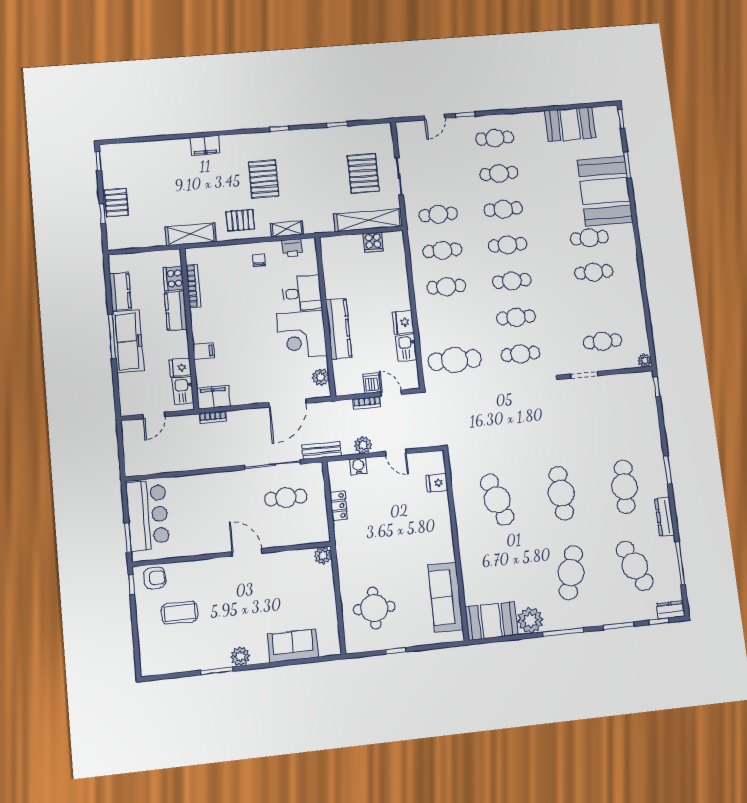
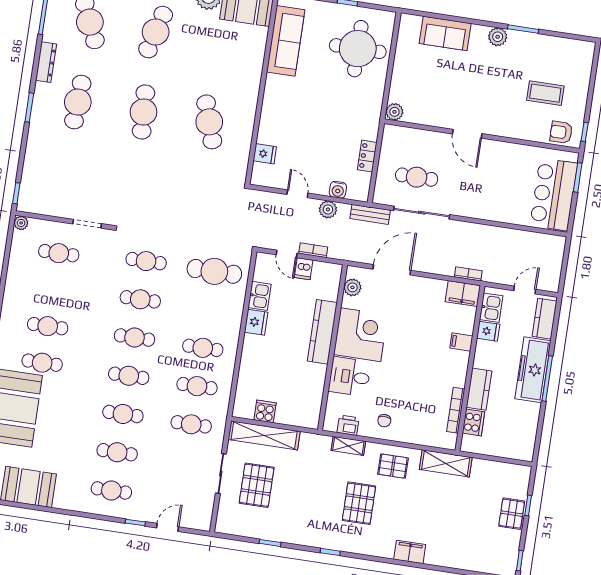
kitchen counter: (120, 291) -> (544, 319), moved
round table: (374, 608) -> (358, 49), width x1.36, depth x1.36

